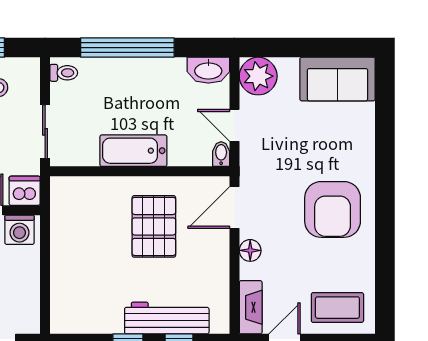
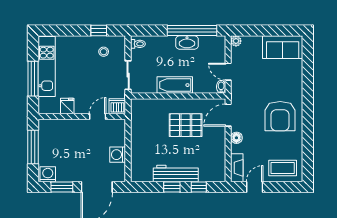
window: (127, 48) -> (192, 31), moved
washbasin: (208, 70) -> (187, 43), moved
plant: (258, 76) -> (236, 41), width x0.53, depth x0.53
pallet: (154, 226) -> (186, 125), turned 90
washing machine: (19, 230) -> (118, 155), moved, turned 90
workbench: (167, 318) -> (176, 174), moved

